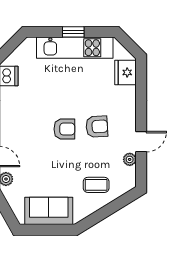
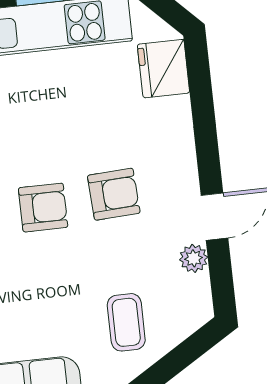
coffee table: (96, 185) -> (126, 322), turned 90

